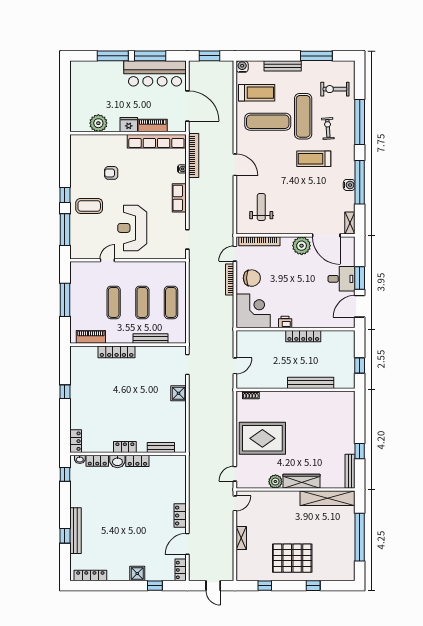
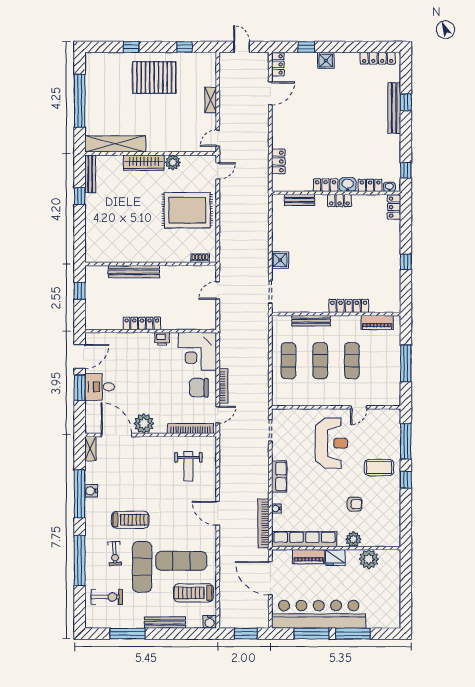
bar counter: (155, 73) -> (319, 614), width x1.36
plant: (112, 141) -> (353, 539), added
locker: (180, 516) -> (278, 161), moved

